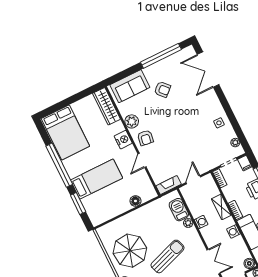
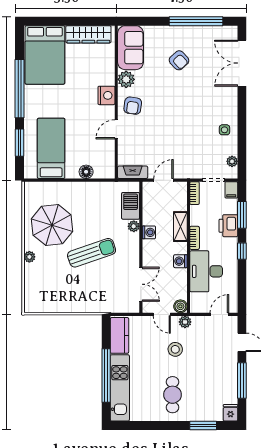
sofa: (130, 86) -> (130, 48), moved, turned -90
wardrobe: (106, 106) -> (88, 34), moved, turned -90
bed: (96, 179) -> (51, 148), moved, turned -90

